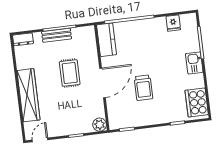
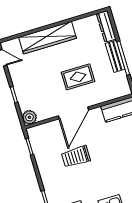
dresser: (23, 39) -> (106, 26), width x1.44
door: (102, 83) -> (74, 113), hinge flipped

